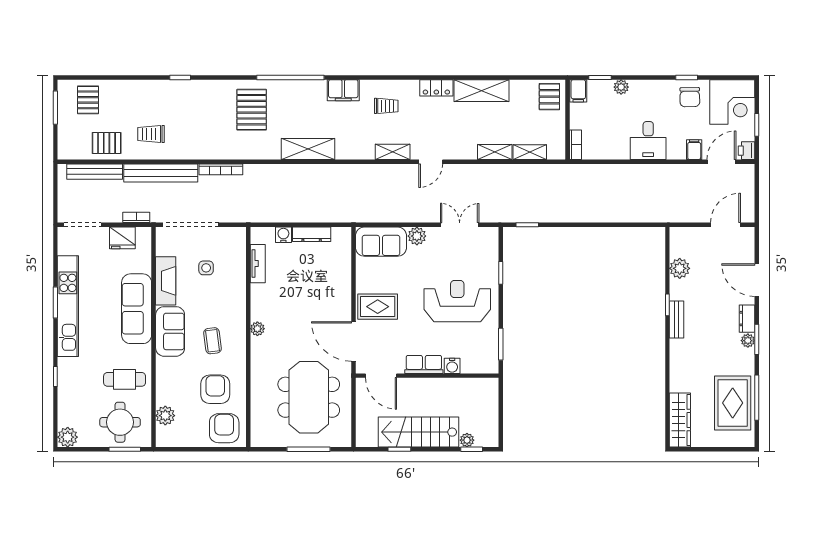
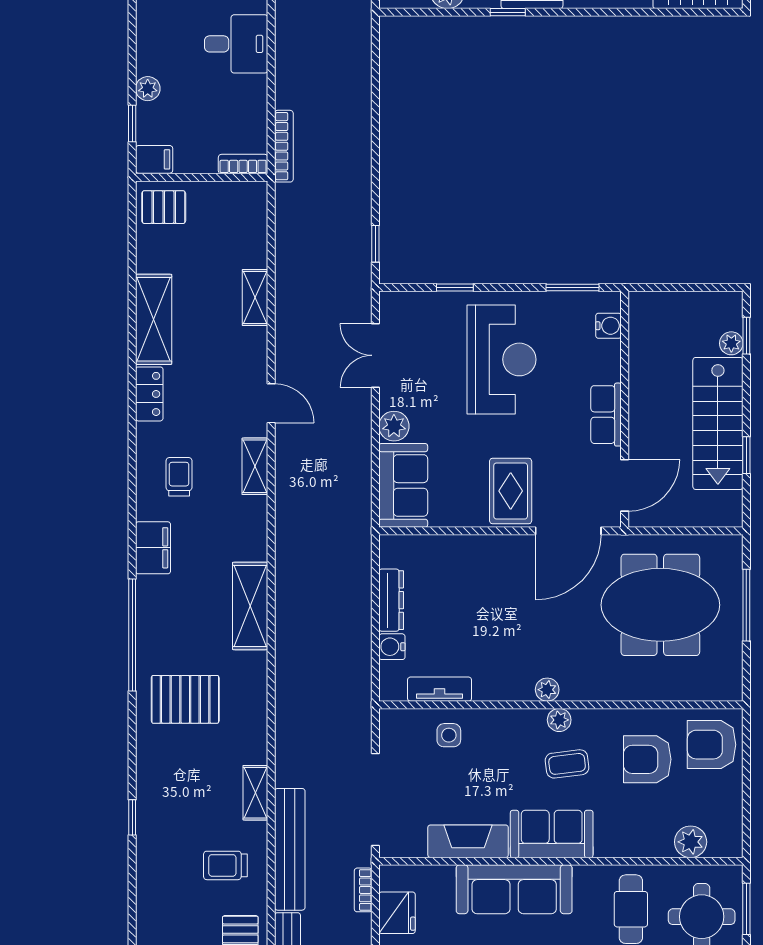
trolley: (151, 134) -> (225, 865), turned 90
shelving: (530, 152) -> (255, 793), moved
bookcase: (221, 169) -> (284, 146), moved
side table: (206, 268) -> (449, 735), moved
reception desk: (457, 301) -> (501, 359), turned 180
plant: (239, 336) -> (559, 720), added
water cooler: (452, 366) -> (608, 326), moved

